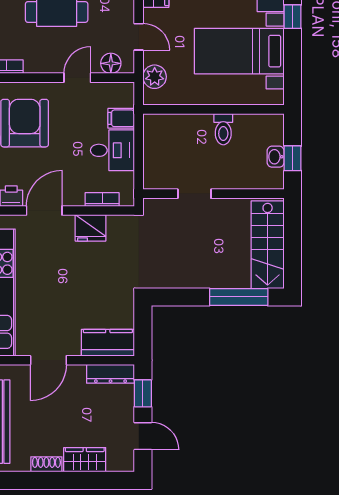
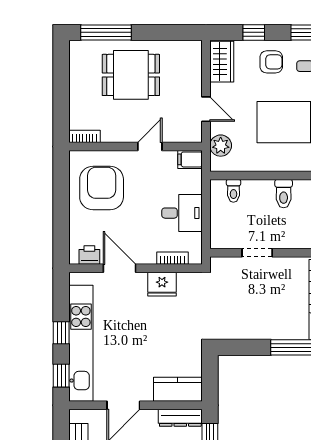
floor lamp: (111, 63) -> (181, 133), removed
filing cabinet: (121, 118) -> (190, 159), moved
toilet: (169, 126) -> (233, 191), added
door: (44, 211) -> (119, 268), hinge flipped

